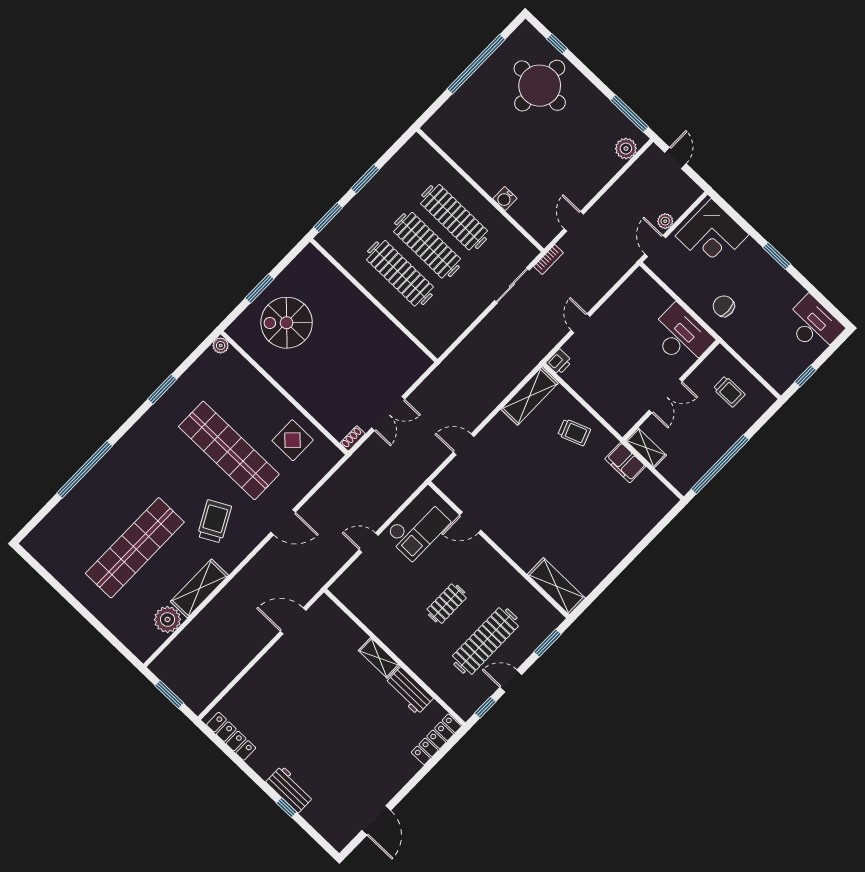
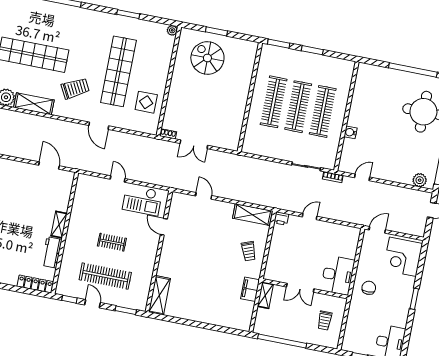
plant: (665, 221) -> (394, 227), removed

